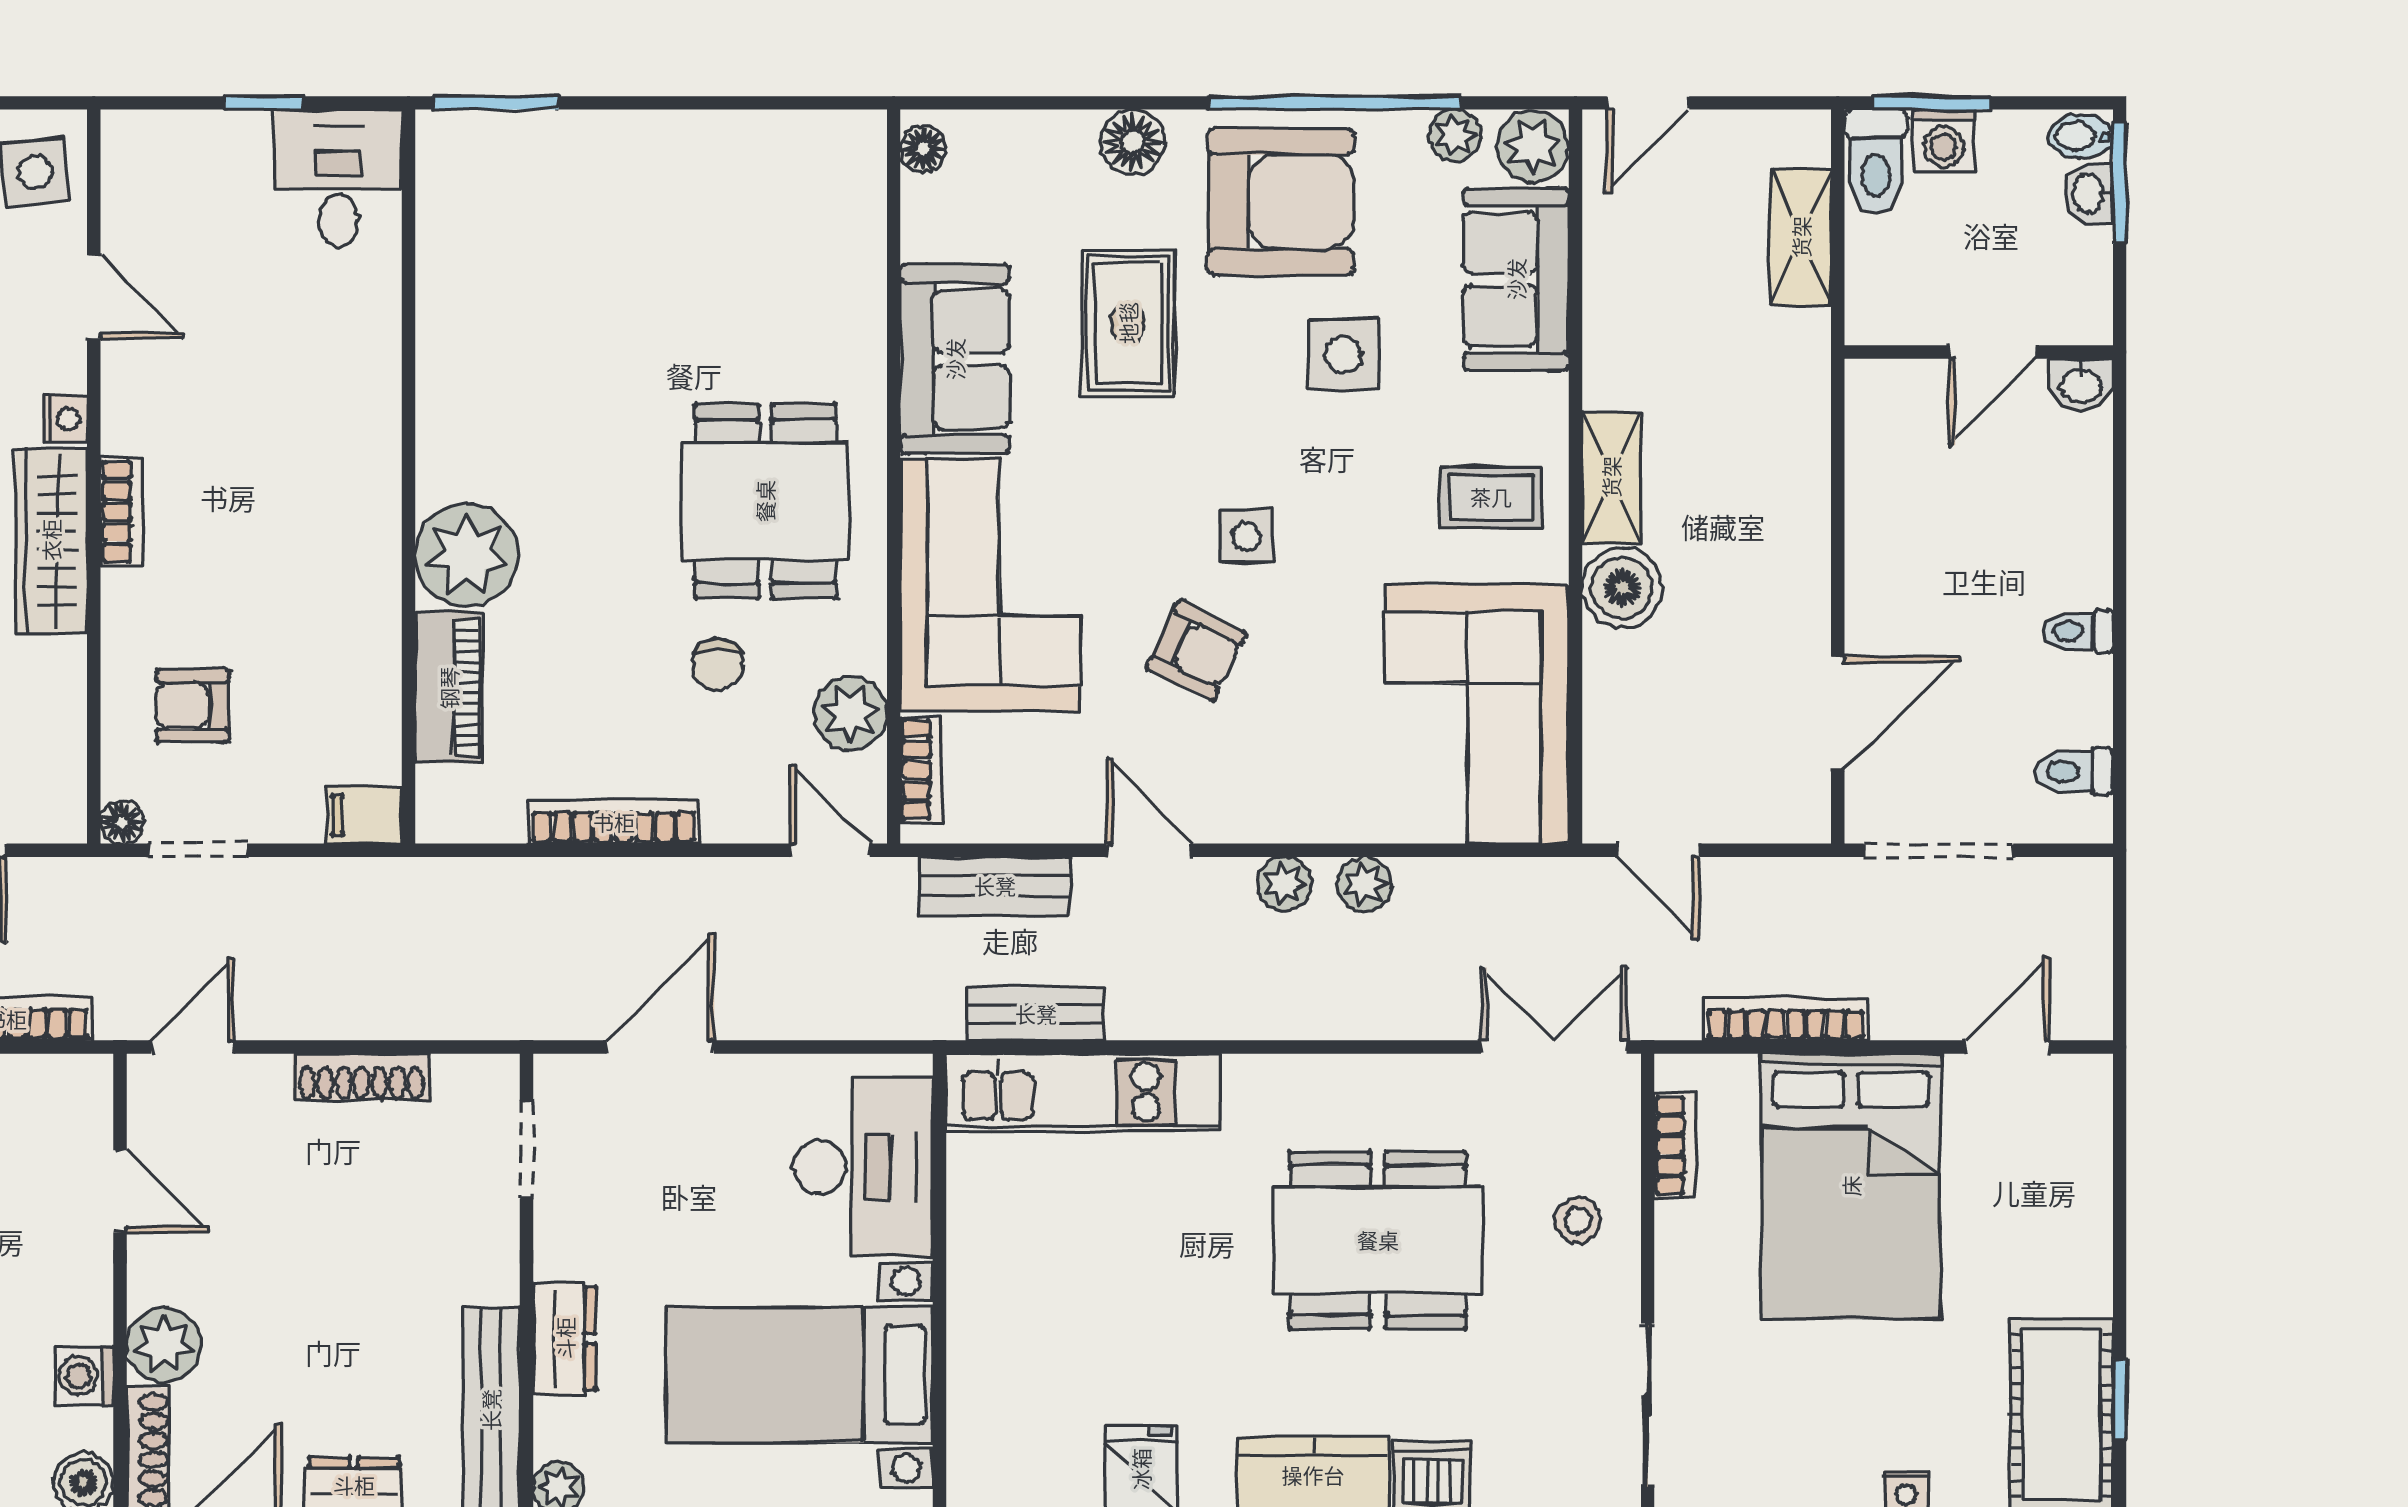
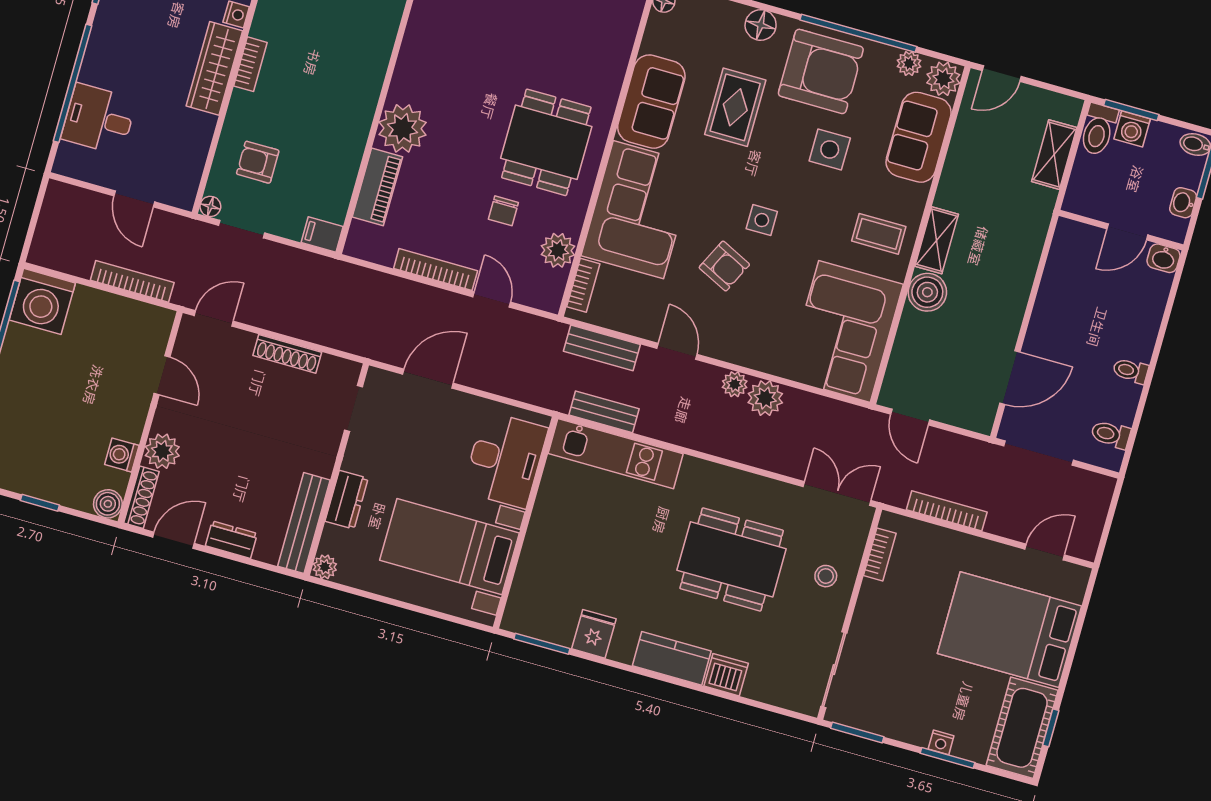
washbasin: (2089, 193) -> (1183, 203), moved
door: (830, 850) -> (492, 299), moved
plant: (1365, 884) -> (765, 398), width x1.38, depth x1.38
bed: (1851, 1186) -> (1010, 630), moved, turned 90

